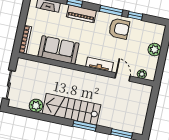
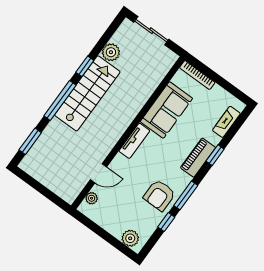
plant: (154, 50) -> (130, 238), moved
tv unit: (99, 65) -> (134, 141), moved
window: (54, 119) -> (85, 66), added
window: (85, 126) -> (60, 100), width x1.44

